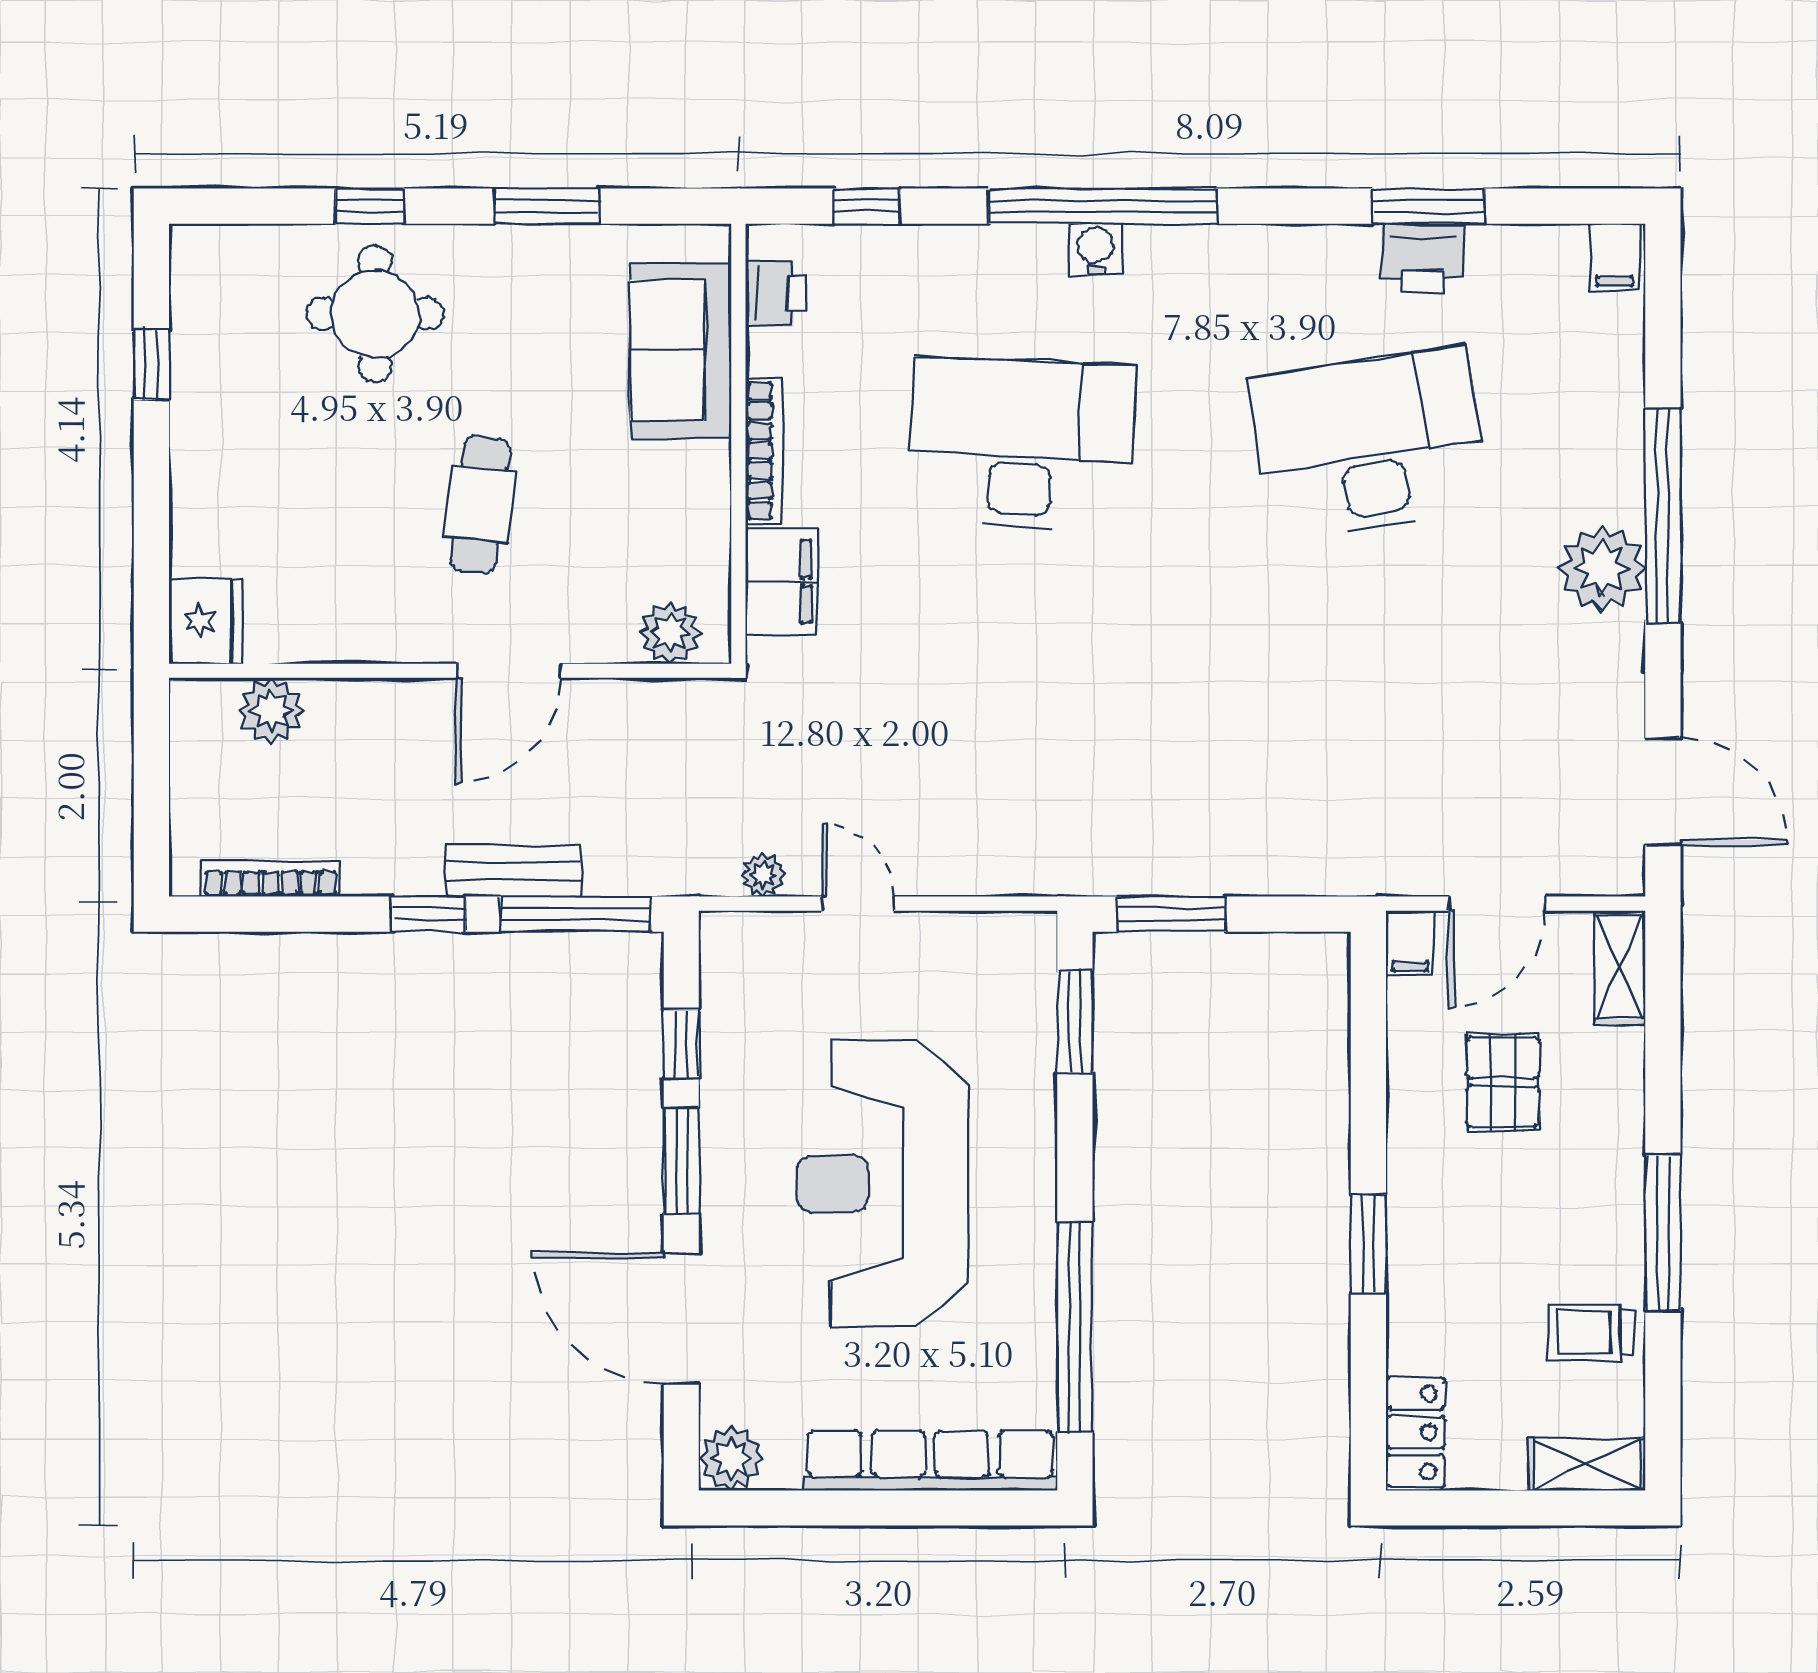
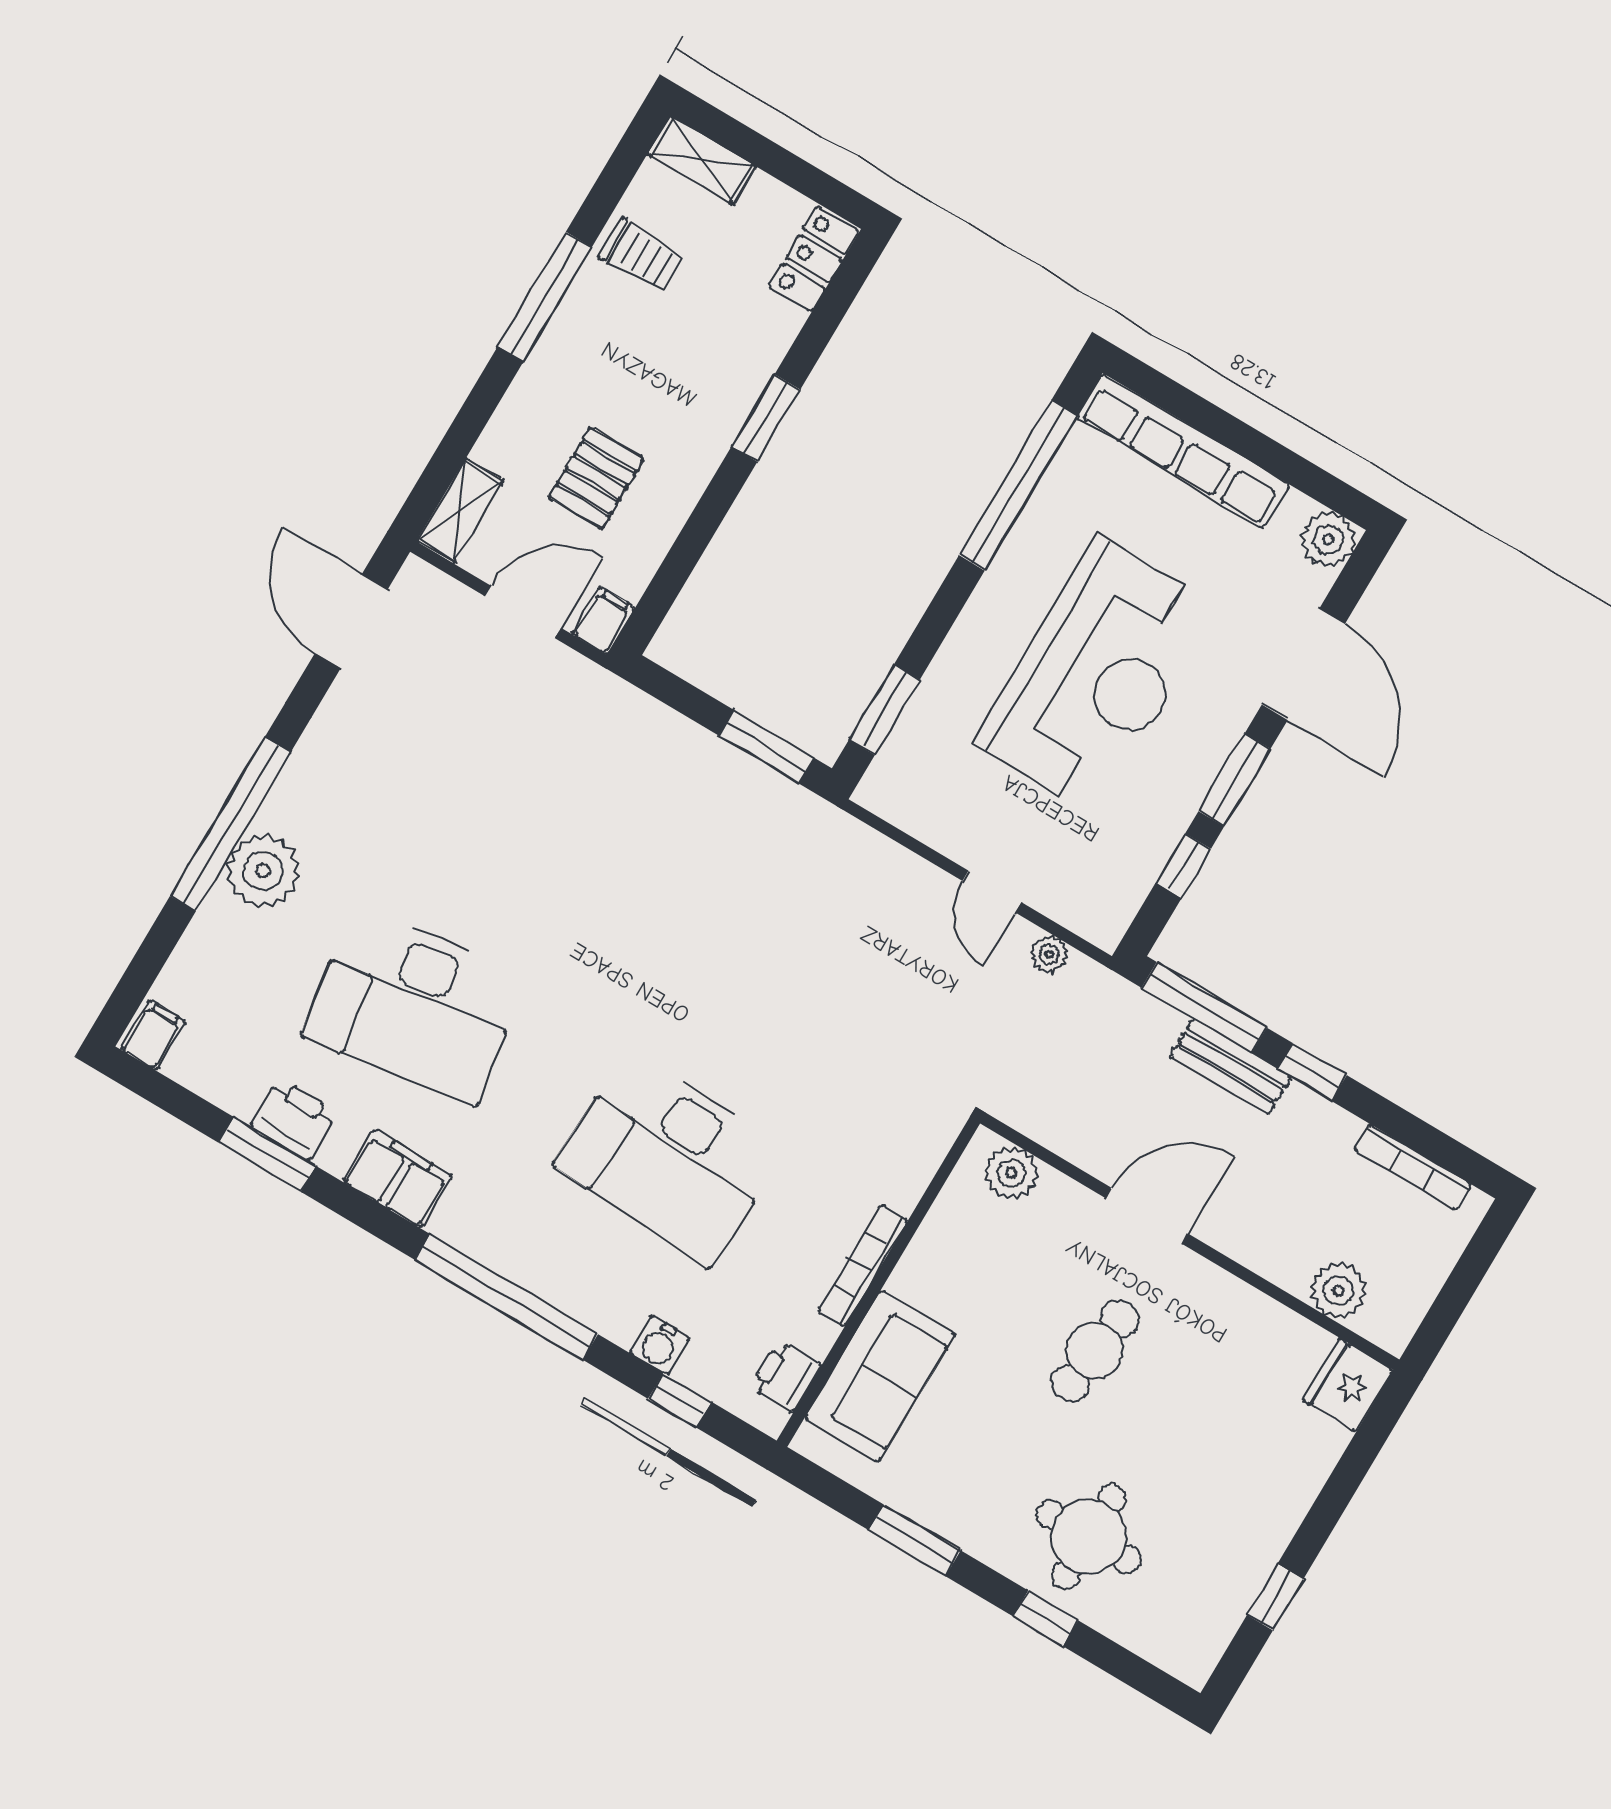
water cooler: (1095, 249) -> (660, 1345), moved
plant: (1602, 568) -> (263, 871), moved
filing cabinet: (781, 582) -> (397, 1179), moved, turned 90

